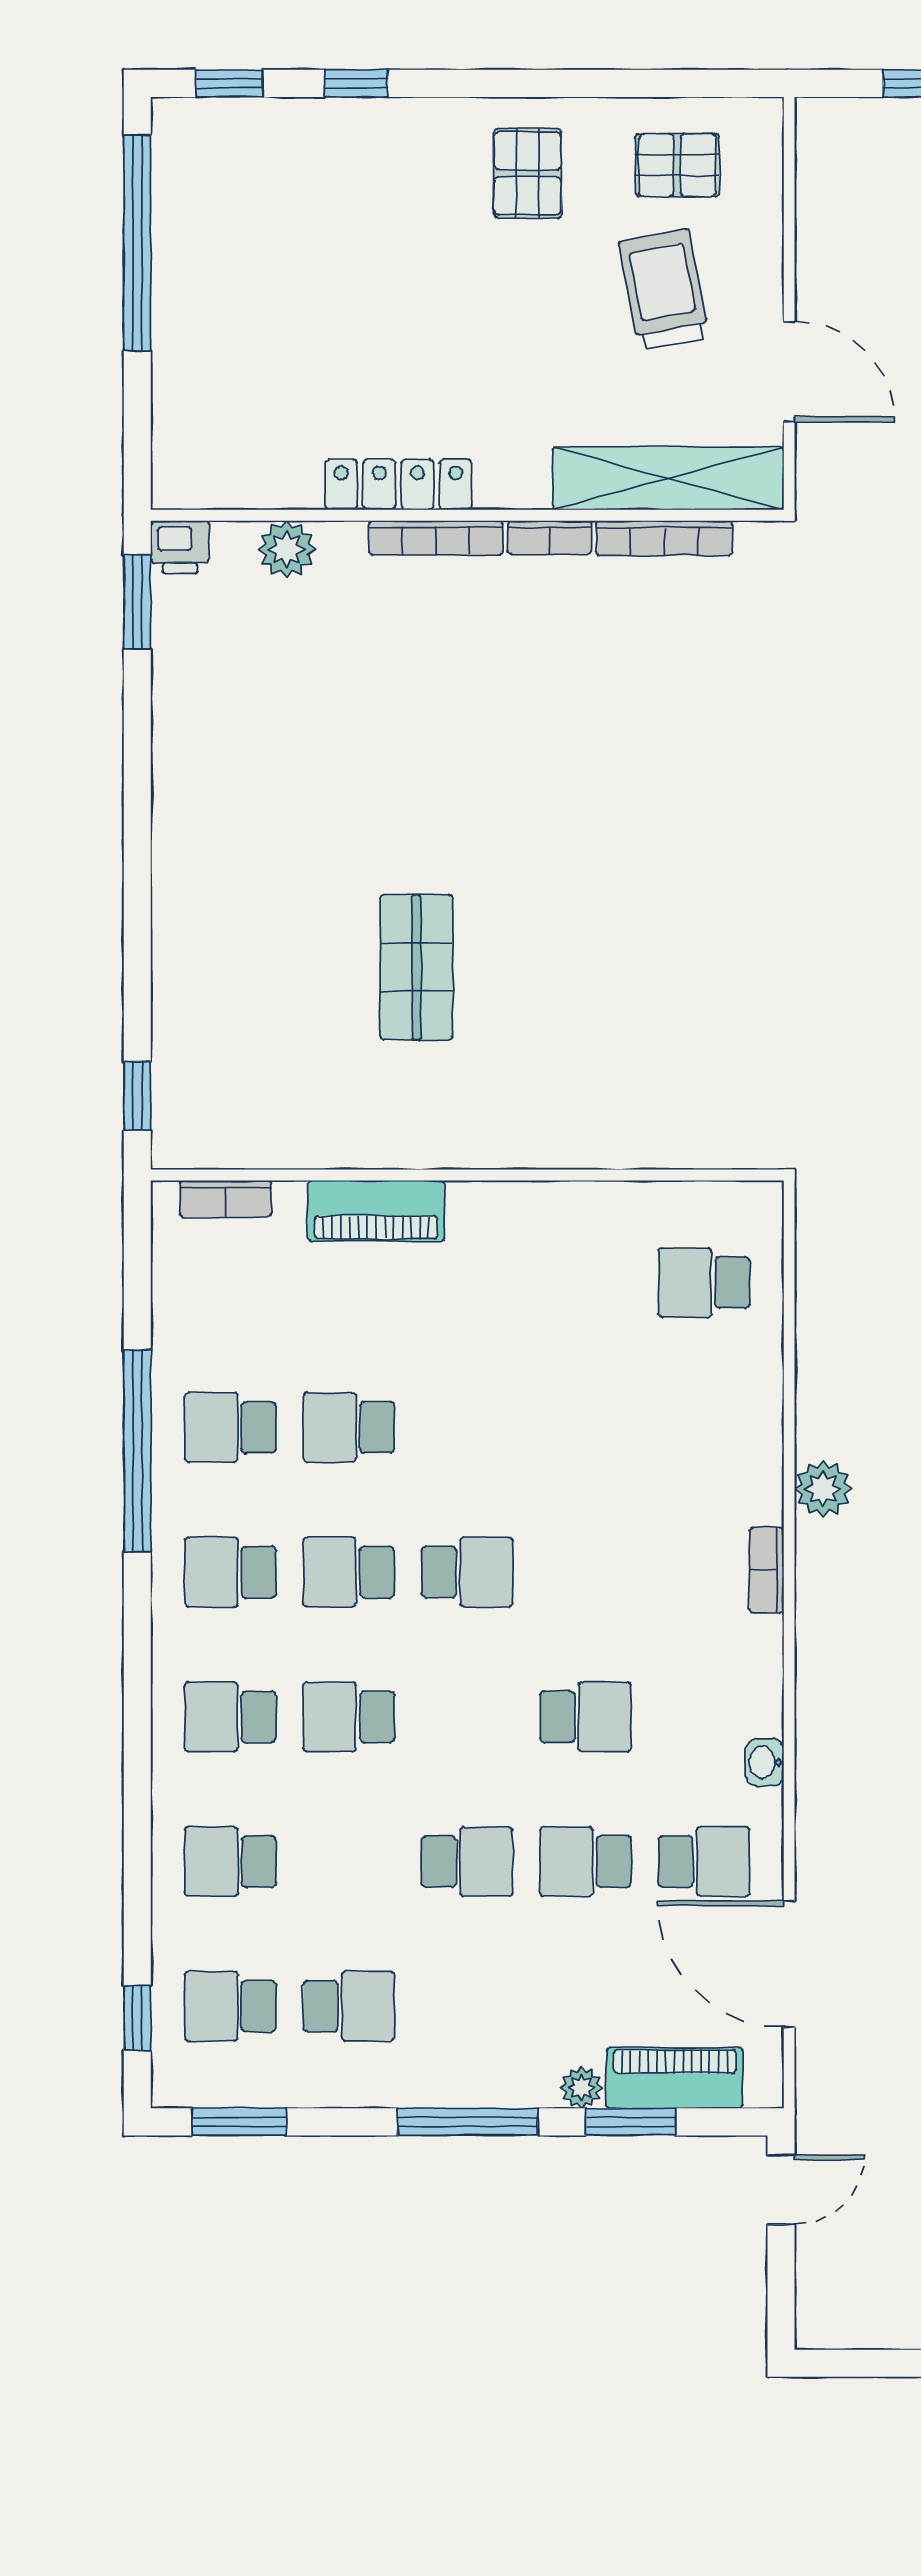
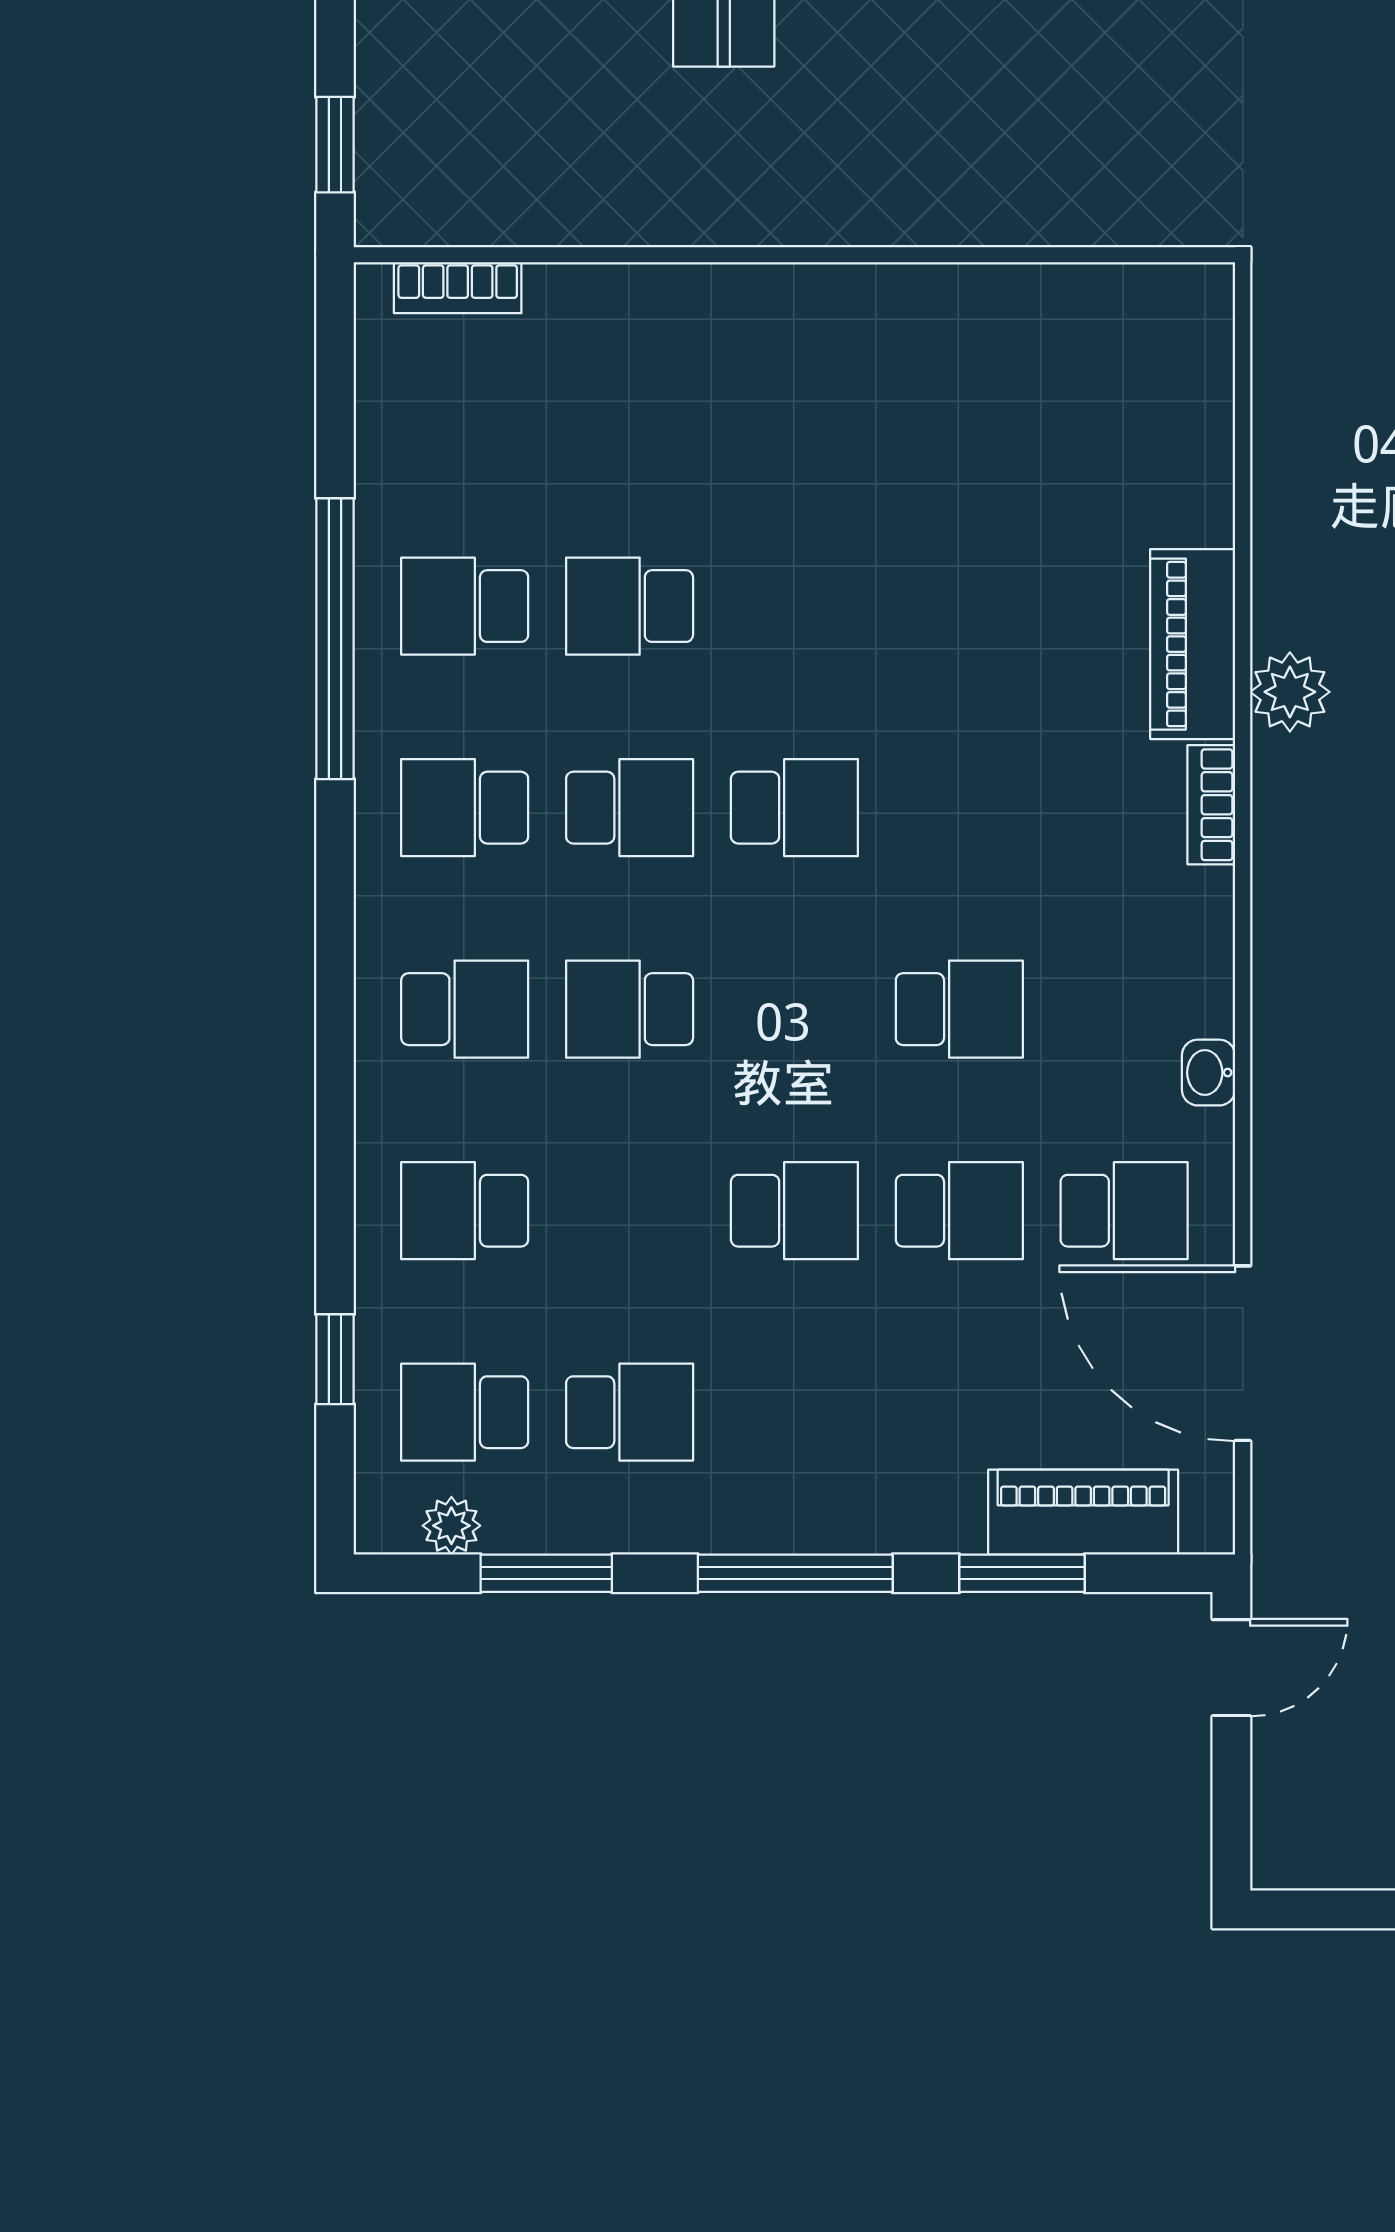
piano: (376, 1211) -> (1193, 644), moved, turned 90
school desk: (704, 1283) -> (1124, 405), removed
school desk: (349, 1572) -> (630, 808), turned 180
school desk: (230, 1717) -> (465, 1009), turned 180
school desk: (586, 1861) -> (959, 1211), turned 180
window: (137, 2018) -> (335, 1359), moved
plant: (581, 2088) -> (451, 1526), moved
window: (239, 2122) -> (546, 1573), moved

